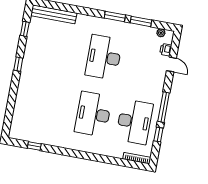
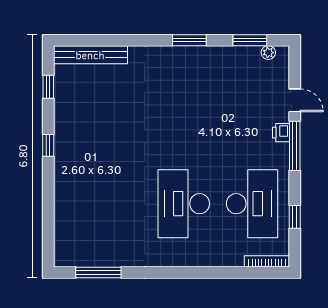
window: (141, 21) -> (250, 40), moved
printer: (166, 50) -> (281, 133), moved
desk: (104, 57) -> (184, 109), removed
window: (164, 107) -> (295, 146), moved
window: (34, 146) -> (98, 272), width x2.17

